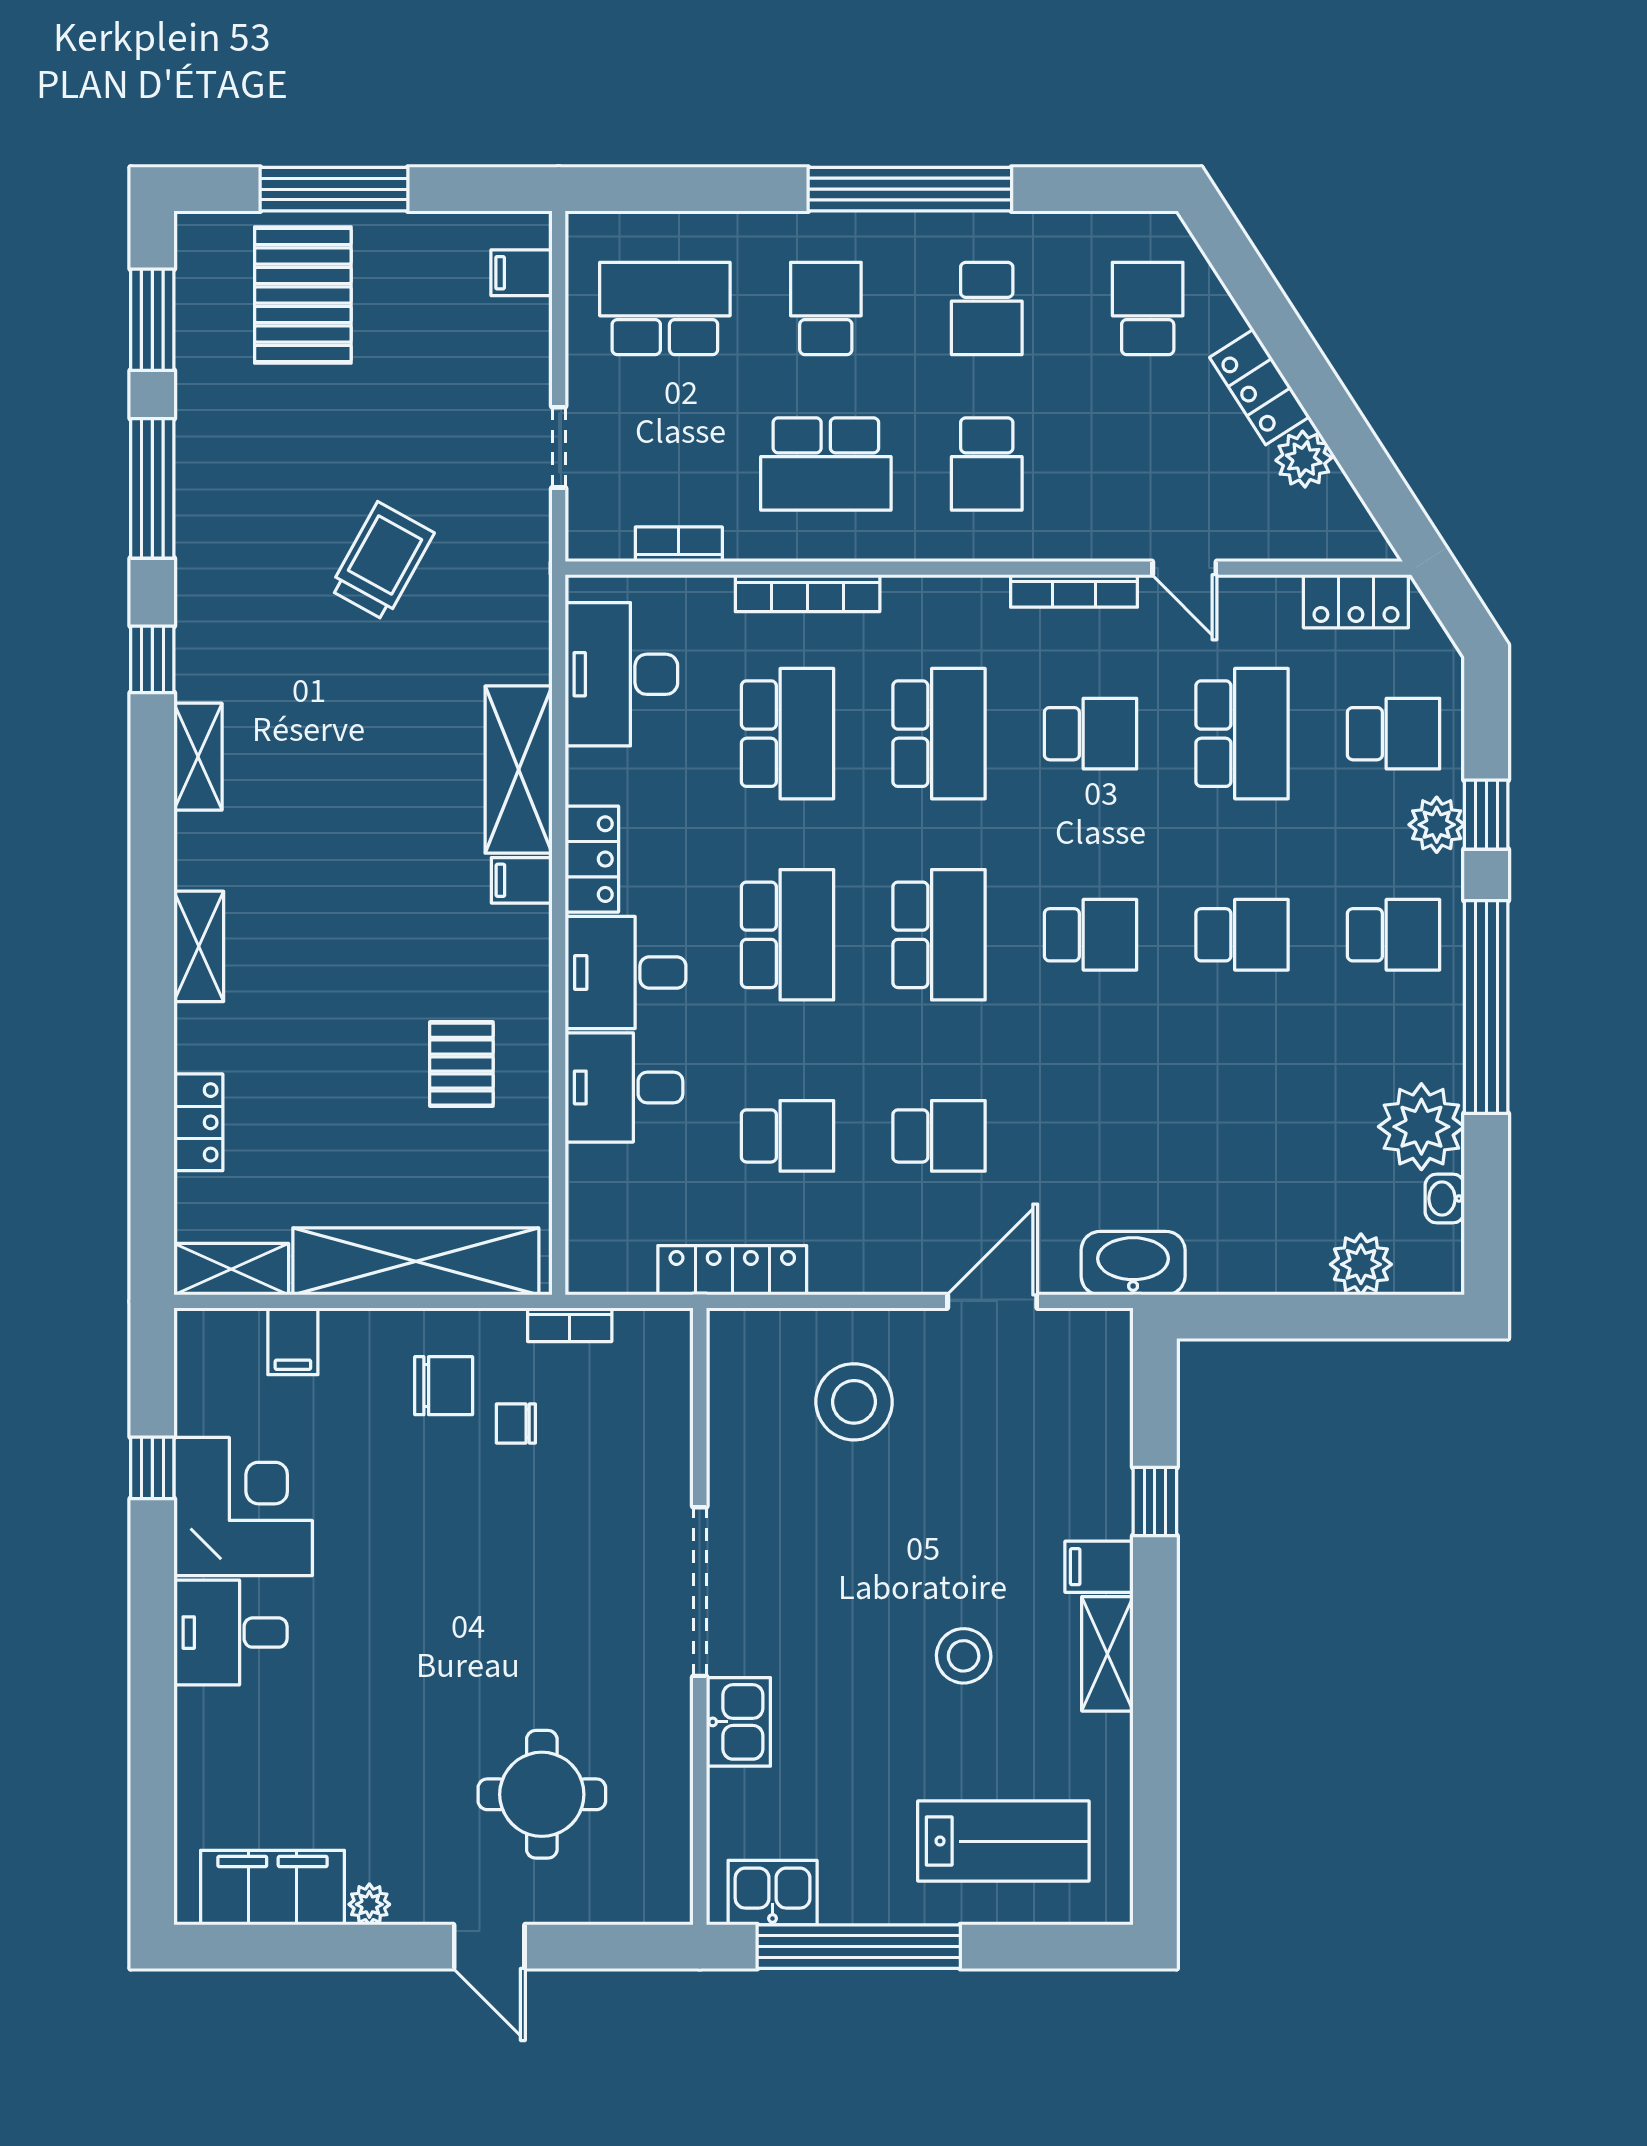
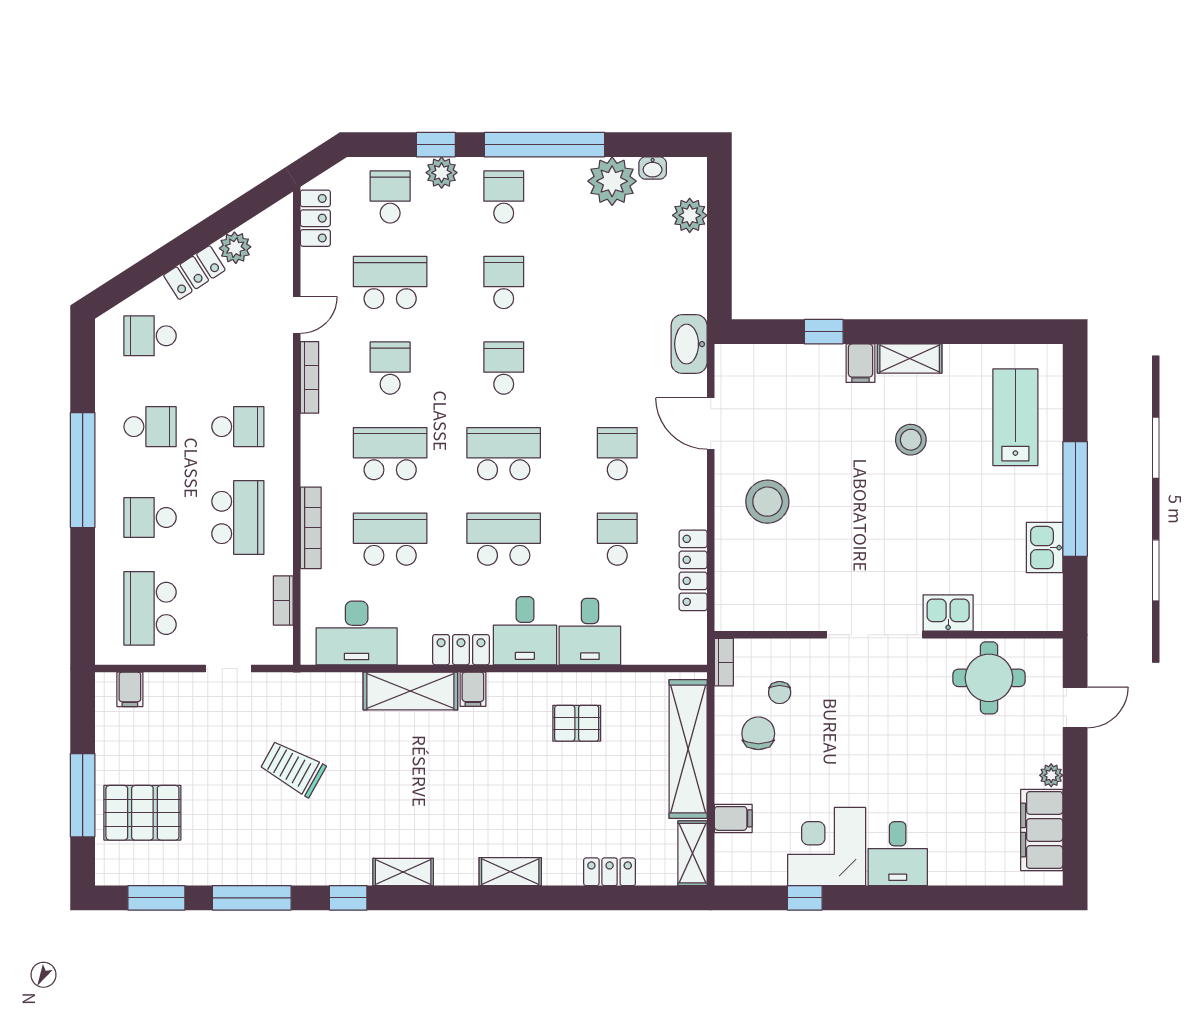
doorway: (700, 1592) -> (875, 635), moved
wall: (700, 1616) -> (889, 635), moved
kitchen sink: (738, 1722) -> (948, 613), moved

